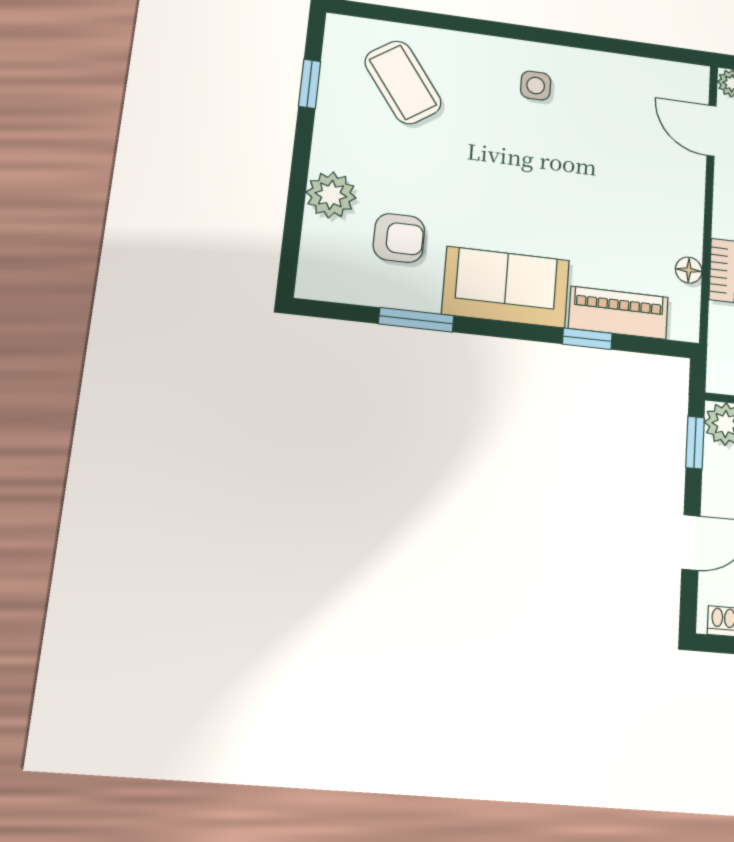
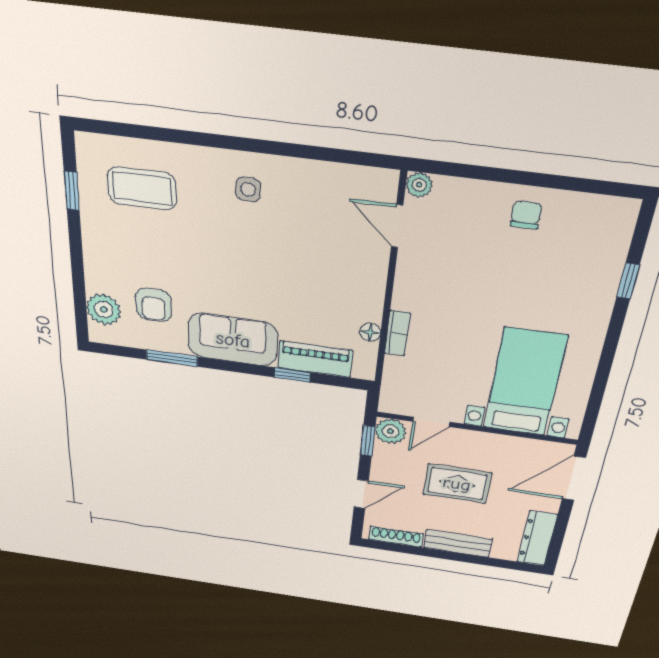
coffee table: (403, 82) -> (142, 188), turned -55
plant: (331, 195) -> (104, 309), moved
armchair: (399, 238) -> (154, 305), turned 90

